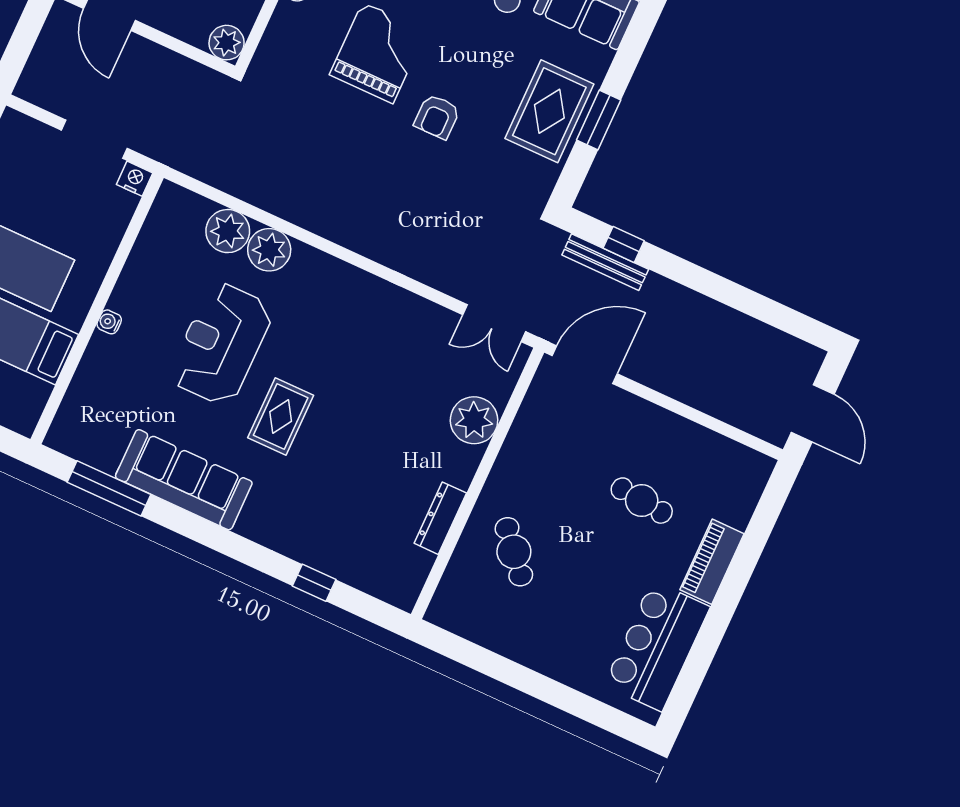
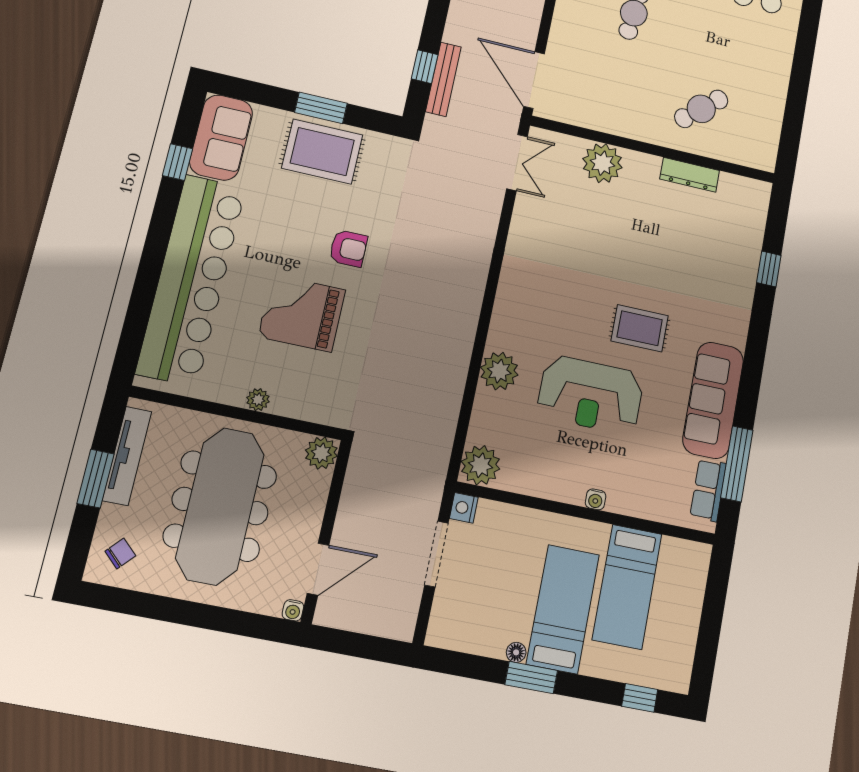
plant: (228, 231) -> (481, 465), moved
row of seats: (89, 449) -> (708, 490), added

